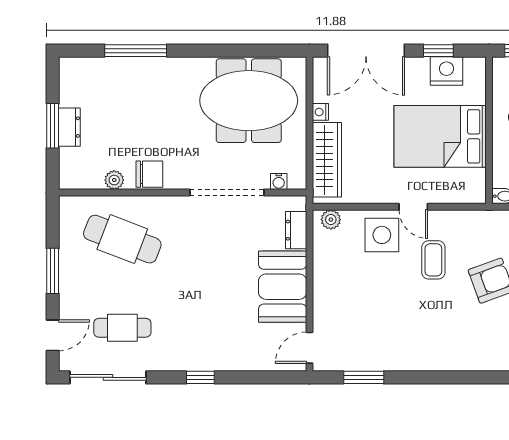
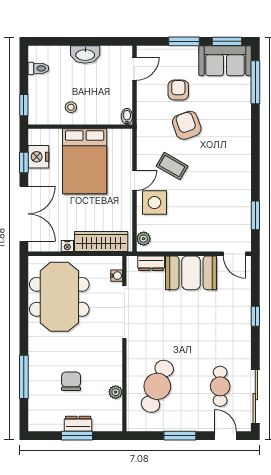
chair: (149, 174) -> (71, 381), moved
coffee table: (433, 260) -> (172, 166), turned 30
window: (200, 377) -> (255, 316), moved

